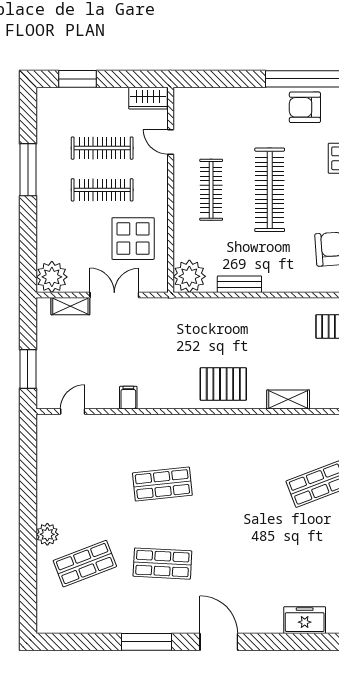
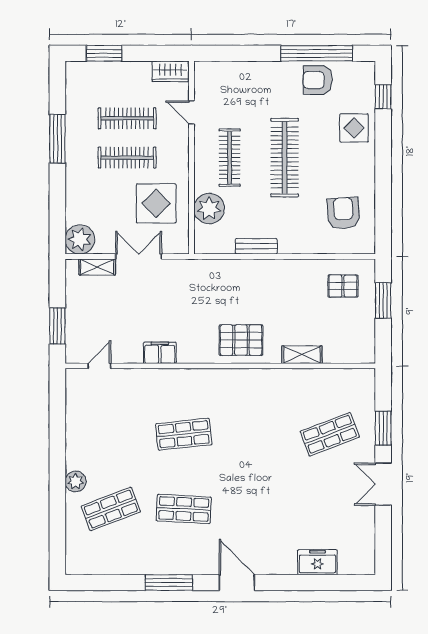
plant: (189, 276) -> (209, 209), moved
filing cabinet: (128, 398) -> (160, 353), width x2.00

